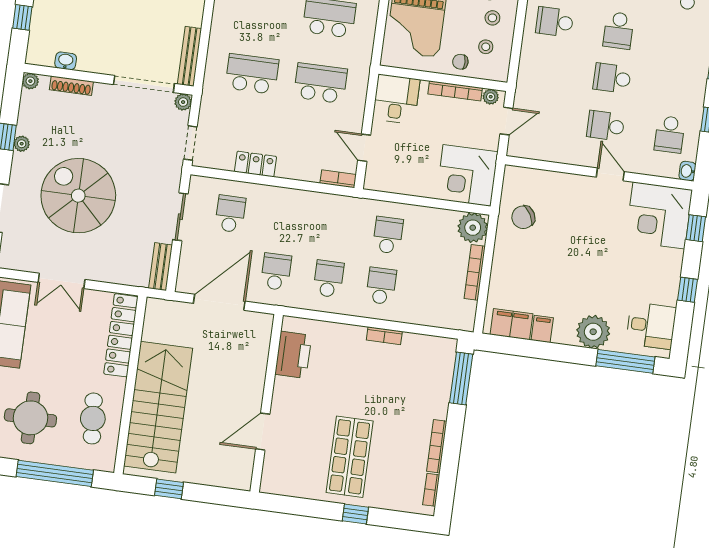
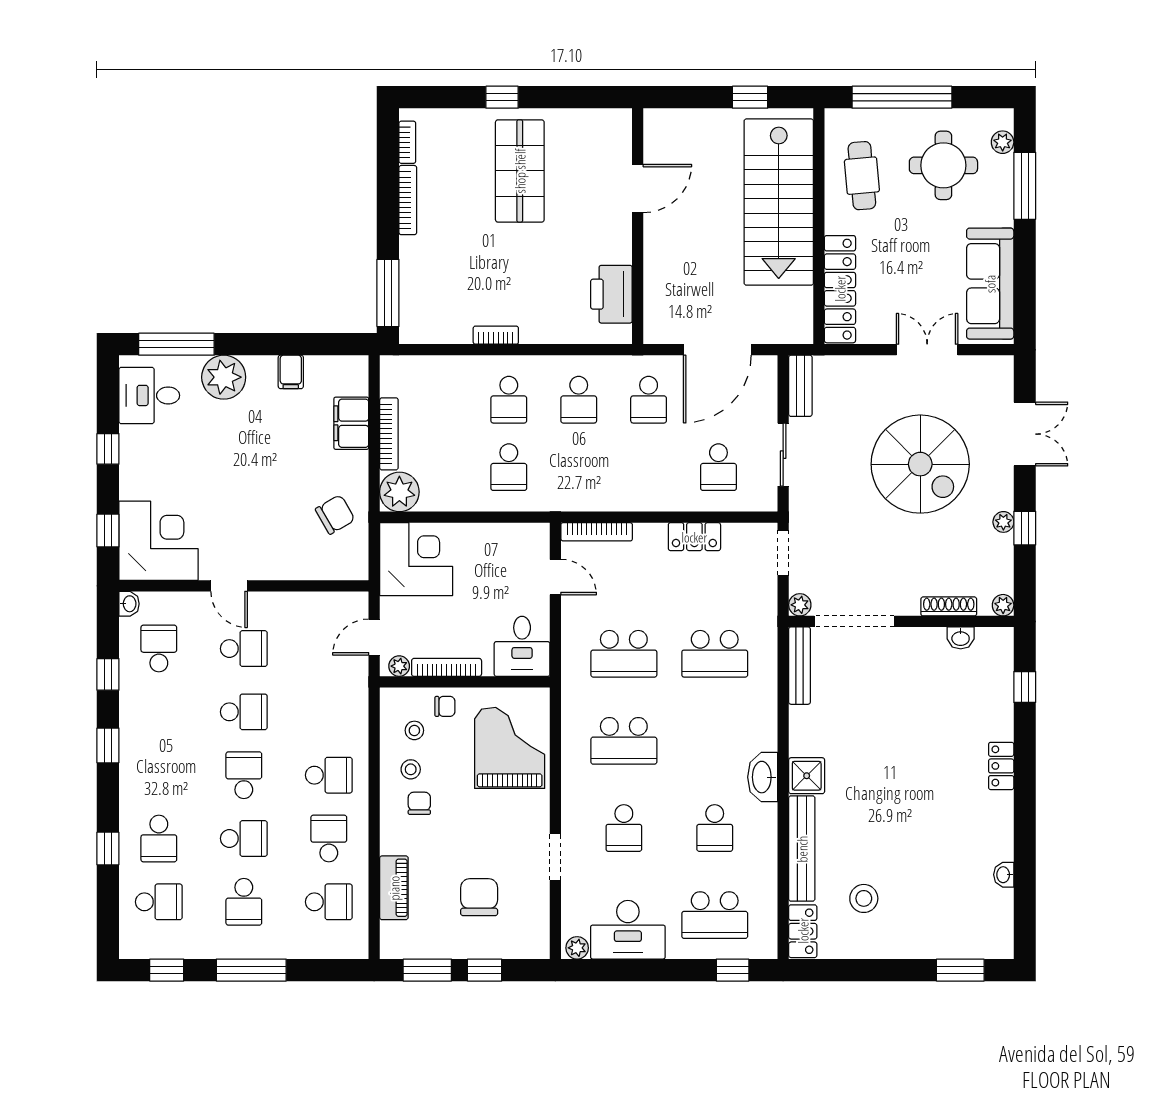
bookcase: (338, 179) -> (597, 532), width x1.56
filing cabinet: (511, 324) -> (351, 423), moved, turned 90

